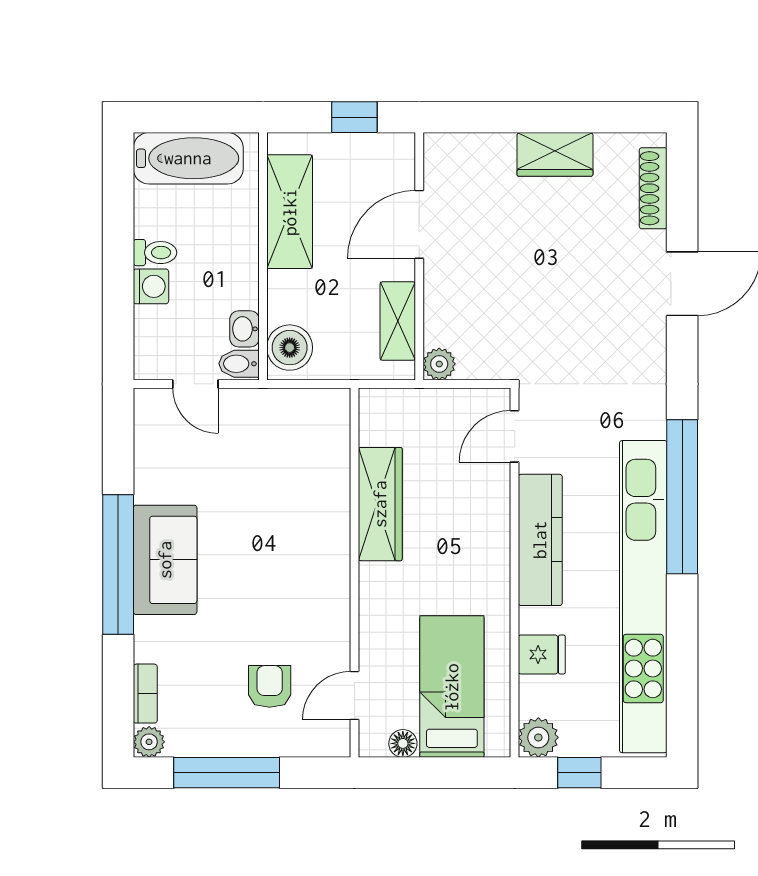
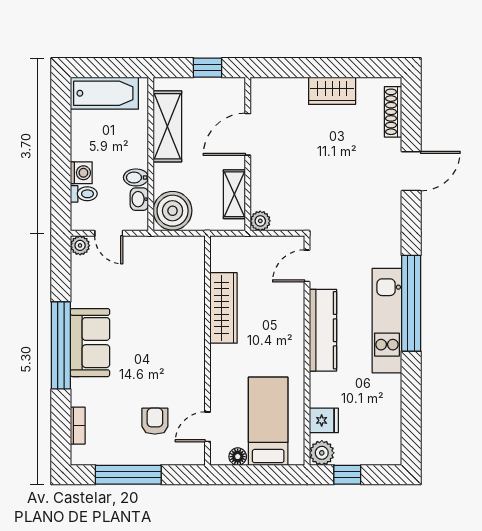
toilet: (155, 253) -> (84, 194), moved
boiler: (290, 348) -> (173, 211), width x1.37, depth x1.37
bidet: (239, 364) -> (136, 177), moved
kitchen unit: (643, 597) -> (387, 321), width x0.54
fridge: (542, 654) -> (324, 420), moved
plant: (149, 742) -> (80, 245), moved

